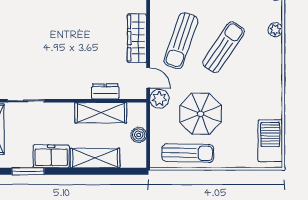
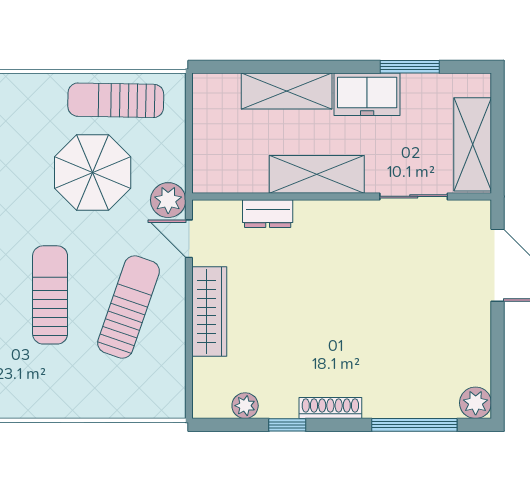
sun lounger: (224, 47) -> (50, 295), turned 146
shelving: (101, 113) -> (317, 174), moved
boiler: (139, 135) -> (206, 134), removed

